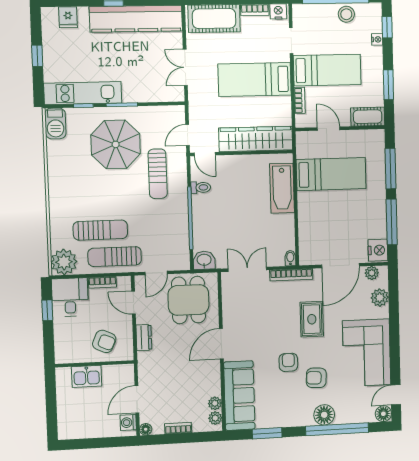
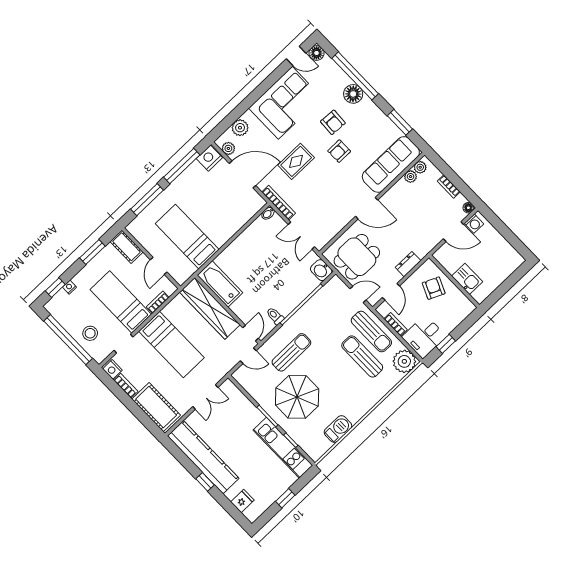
stool: (346, 14) -> (90, 333), moved
barbecue: (55, 123) -> (338, 429), moved
bathtub: (282, 188) -> (220, 284), moved, turned -90

